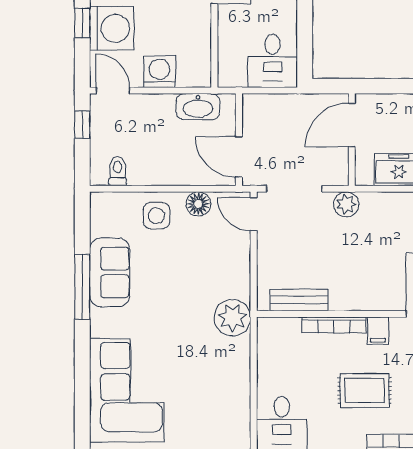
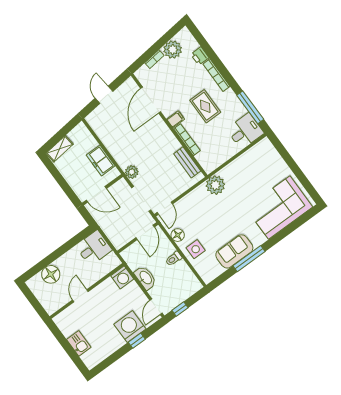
washing machine: (159, 72) -> (122, 277), moved, turned -90
washbasin: (198, 107) -> (145, 278), moved
toilet: (118, 171) -> (174, 259), moved

